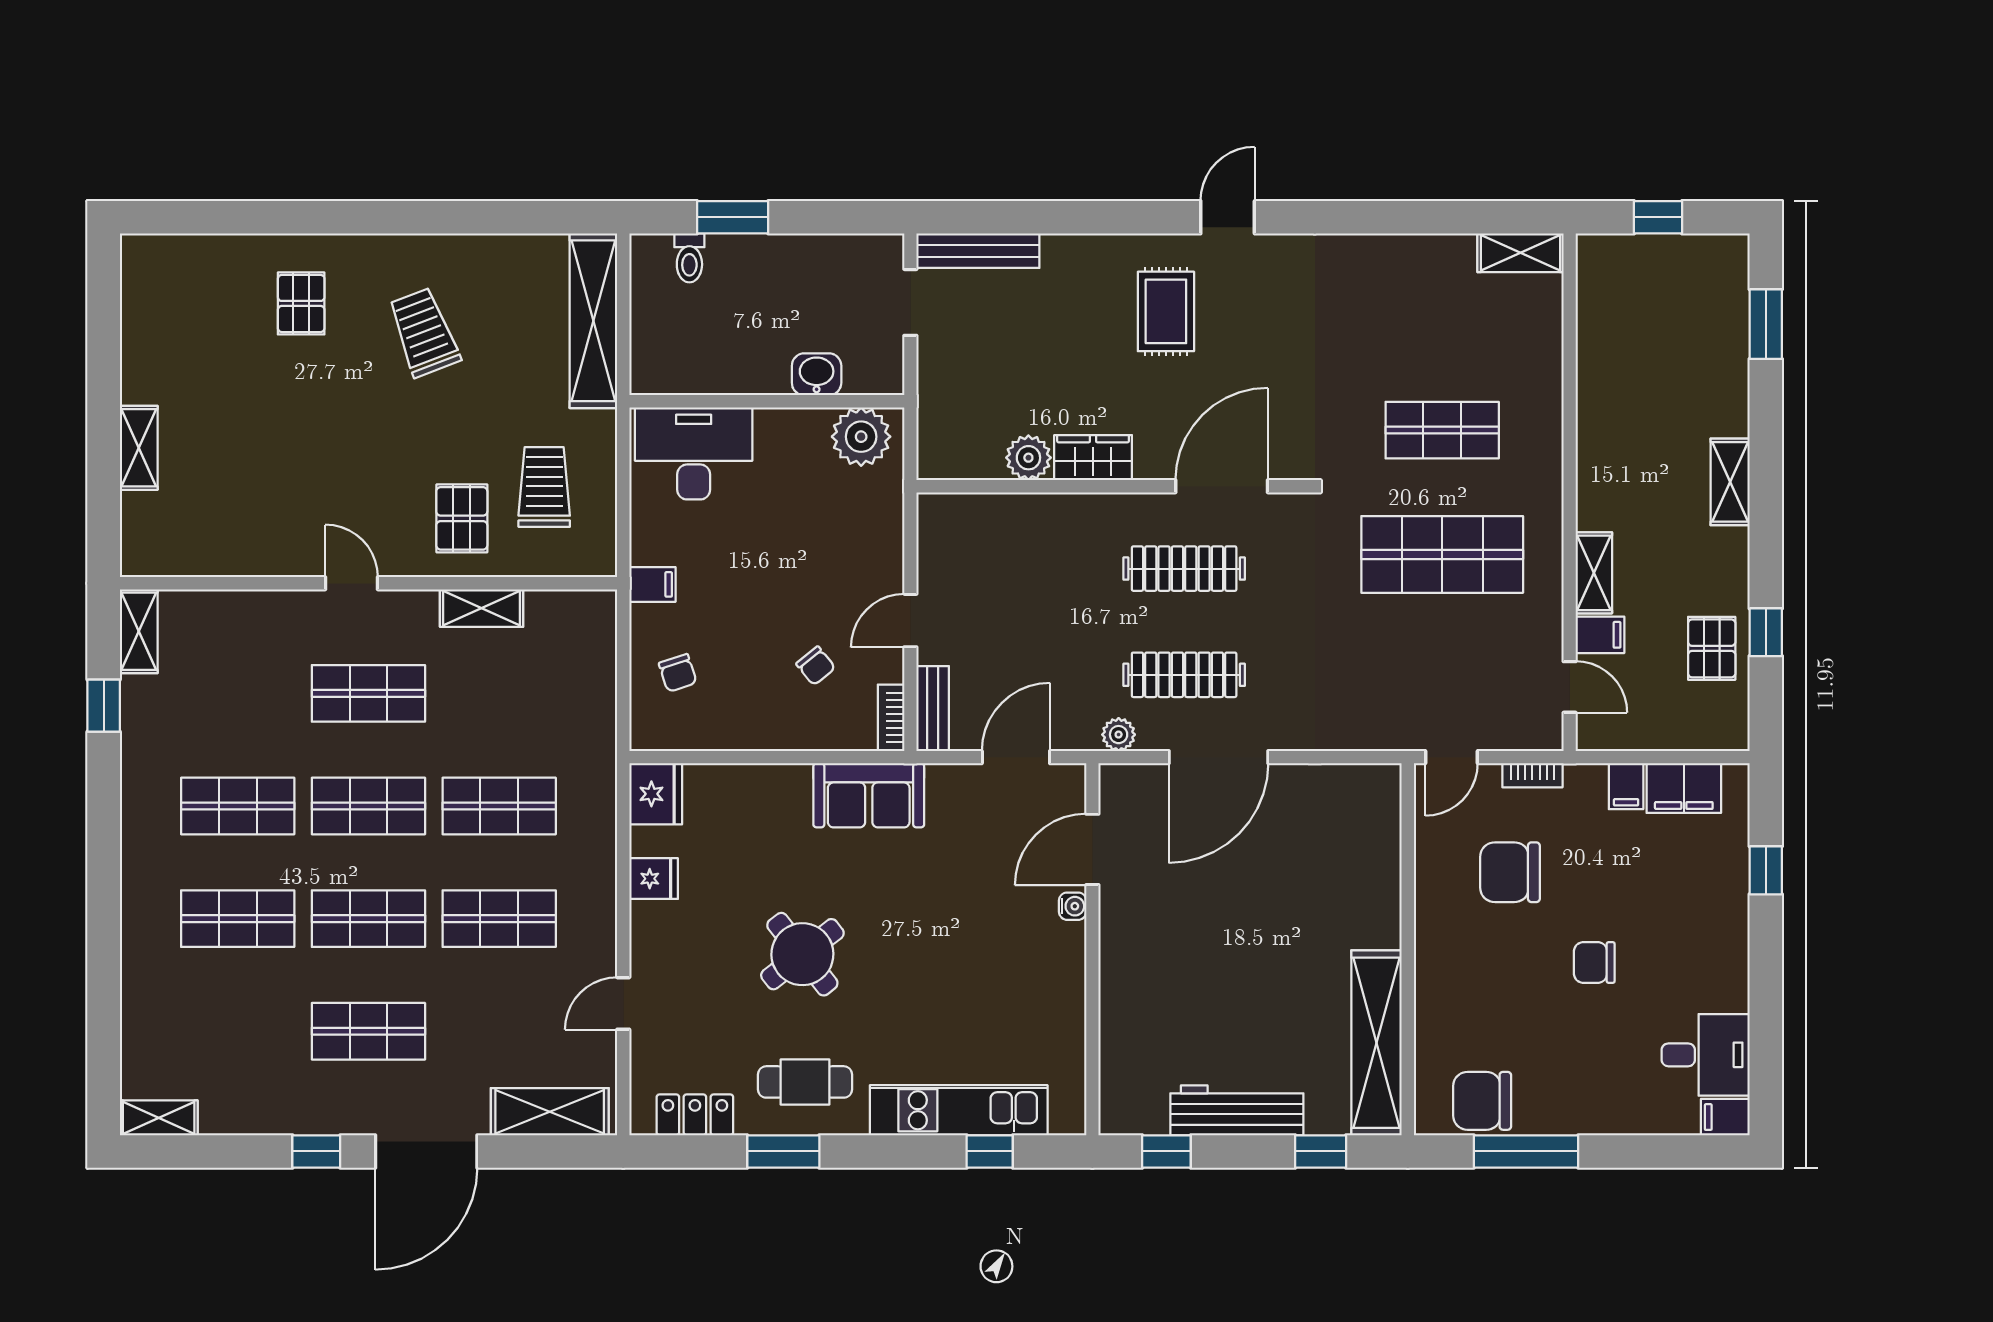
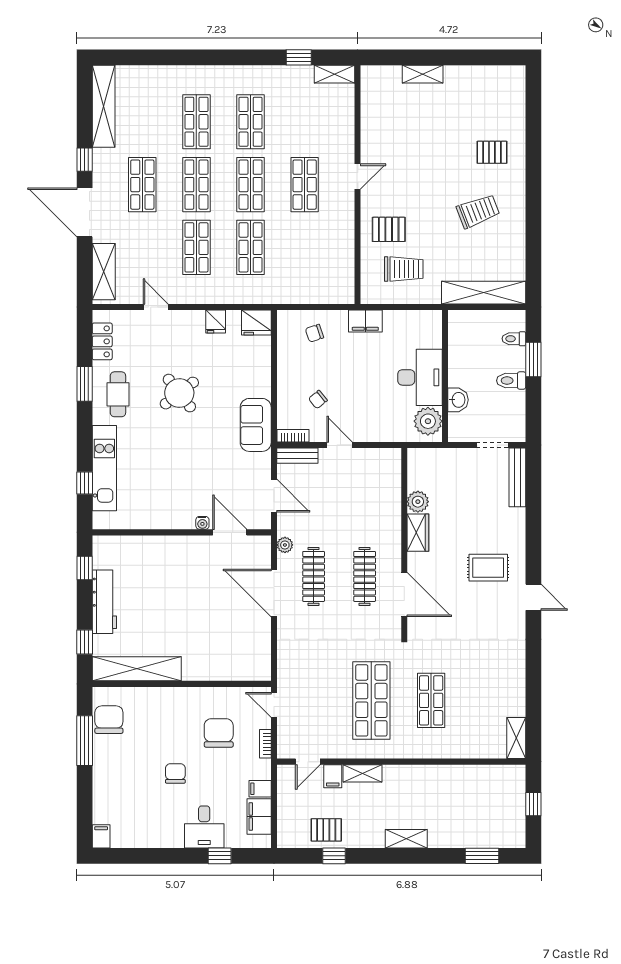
toilet: (776, 264) -> (511, 381), added
desk: (694, 453) -> (420, 377), moved
filing cabinet: (652, 584) -> (365, 321), width x2.00
shelving: (482, 608) -> (346, 239), removed
desk: (1706, 1055) -> (204, 827), moved
shelving: (159, 1118) -> (104, 106), width x2.20, depth x1.33

